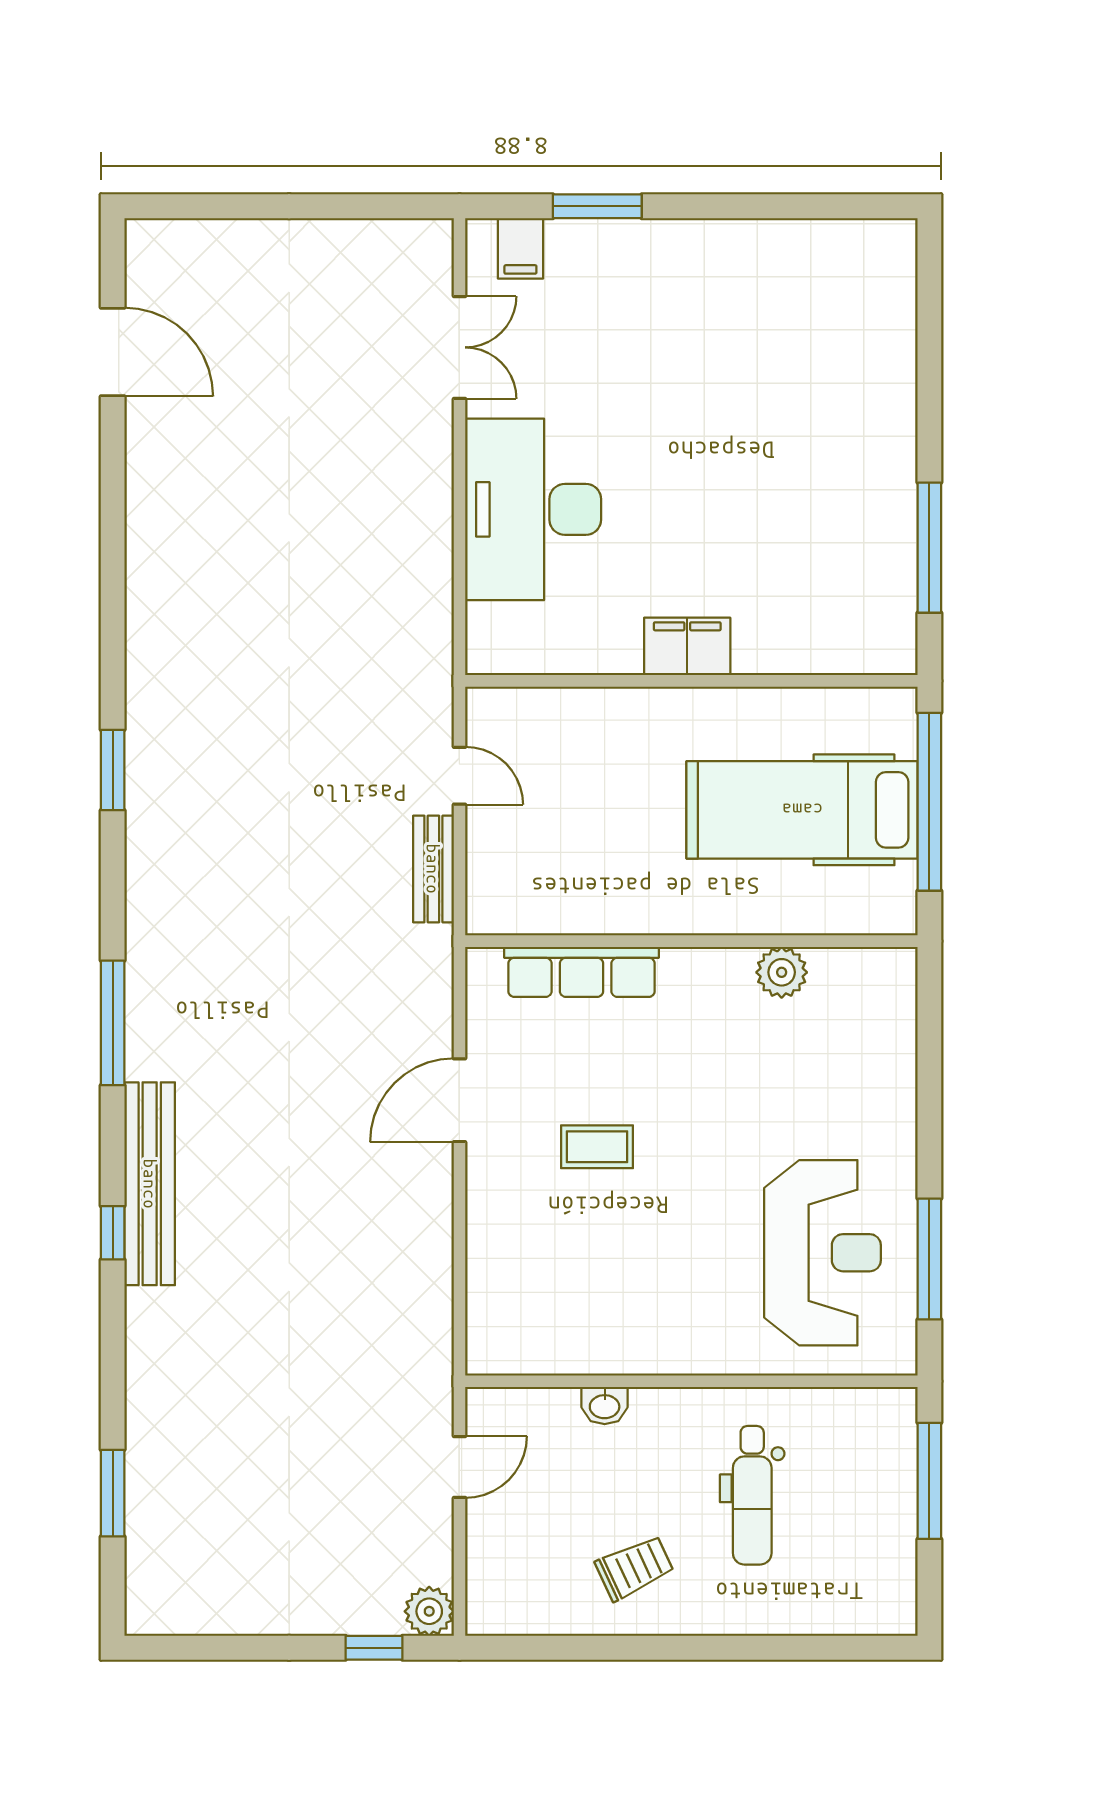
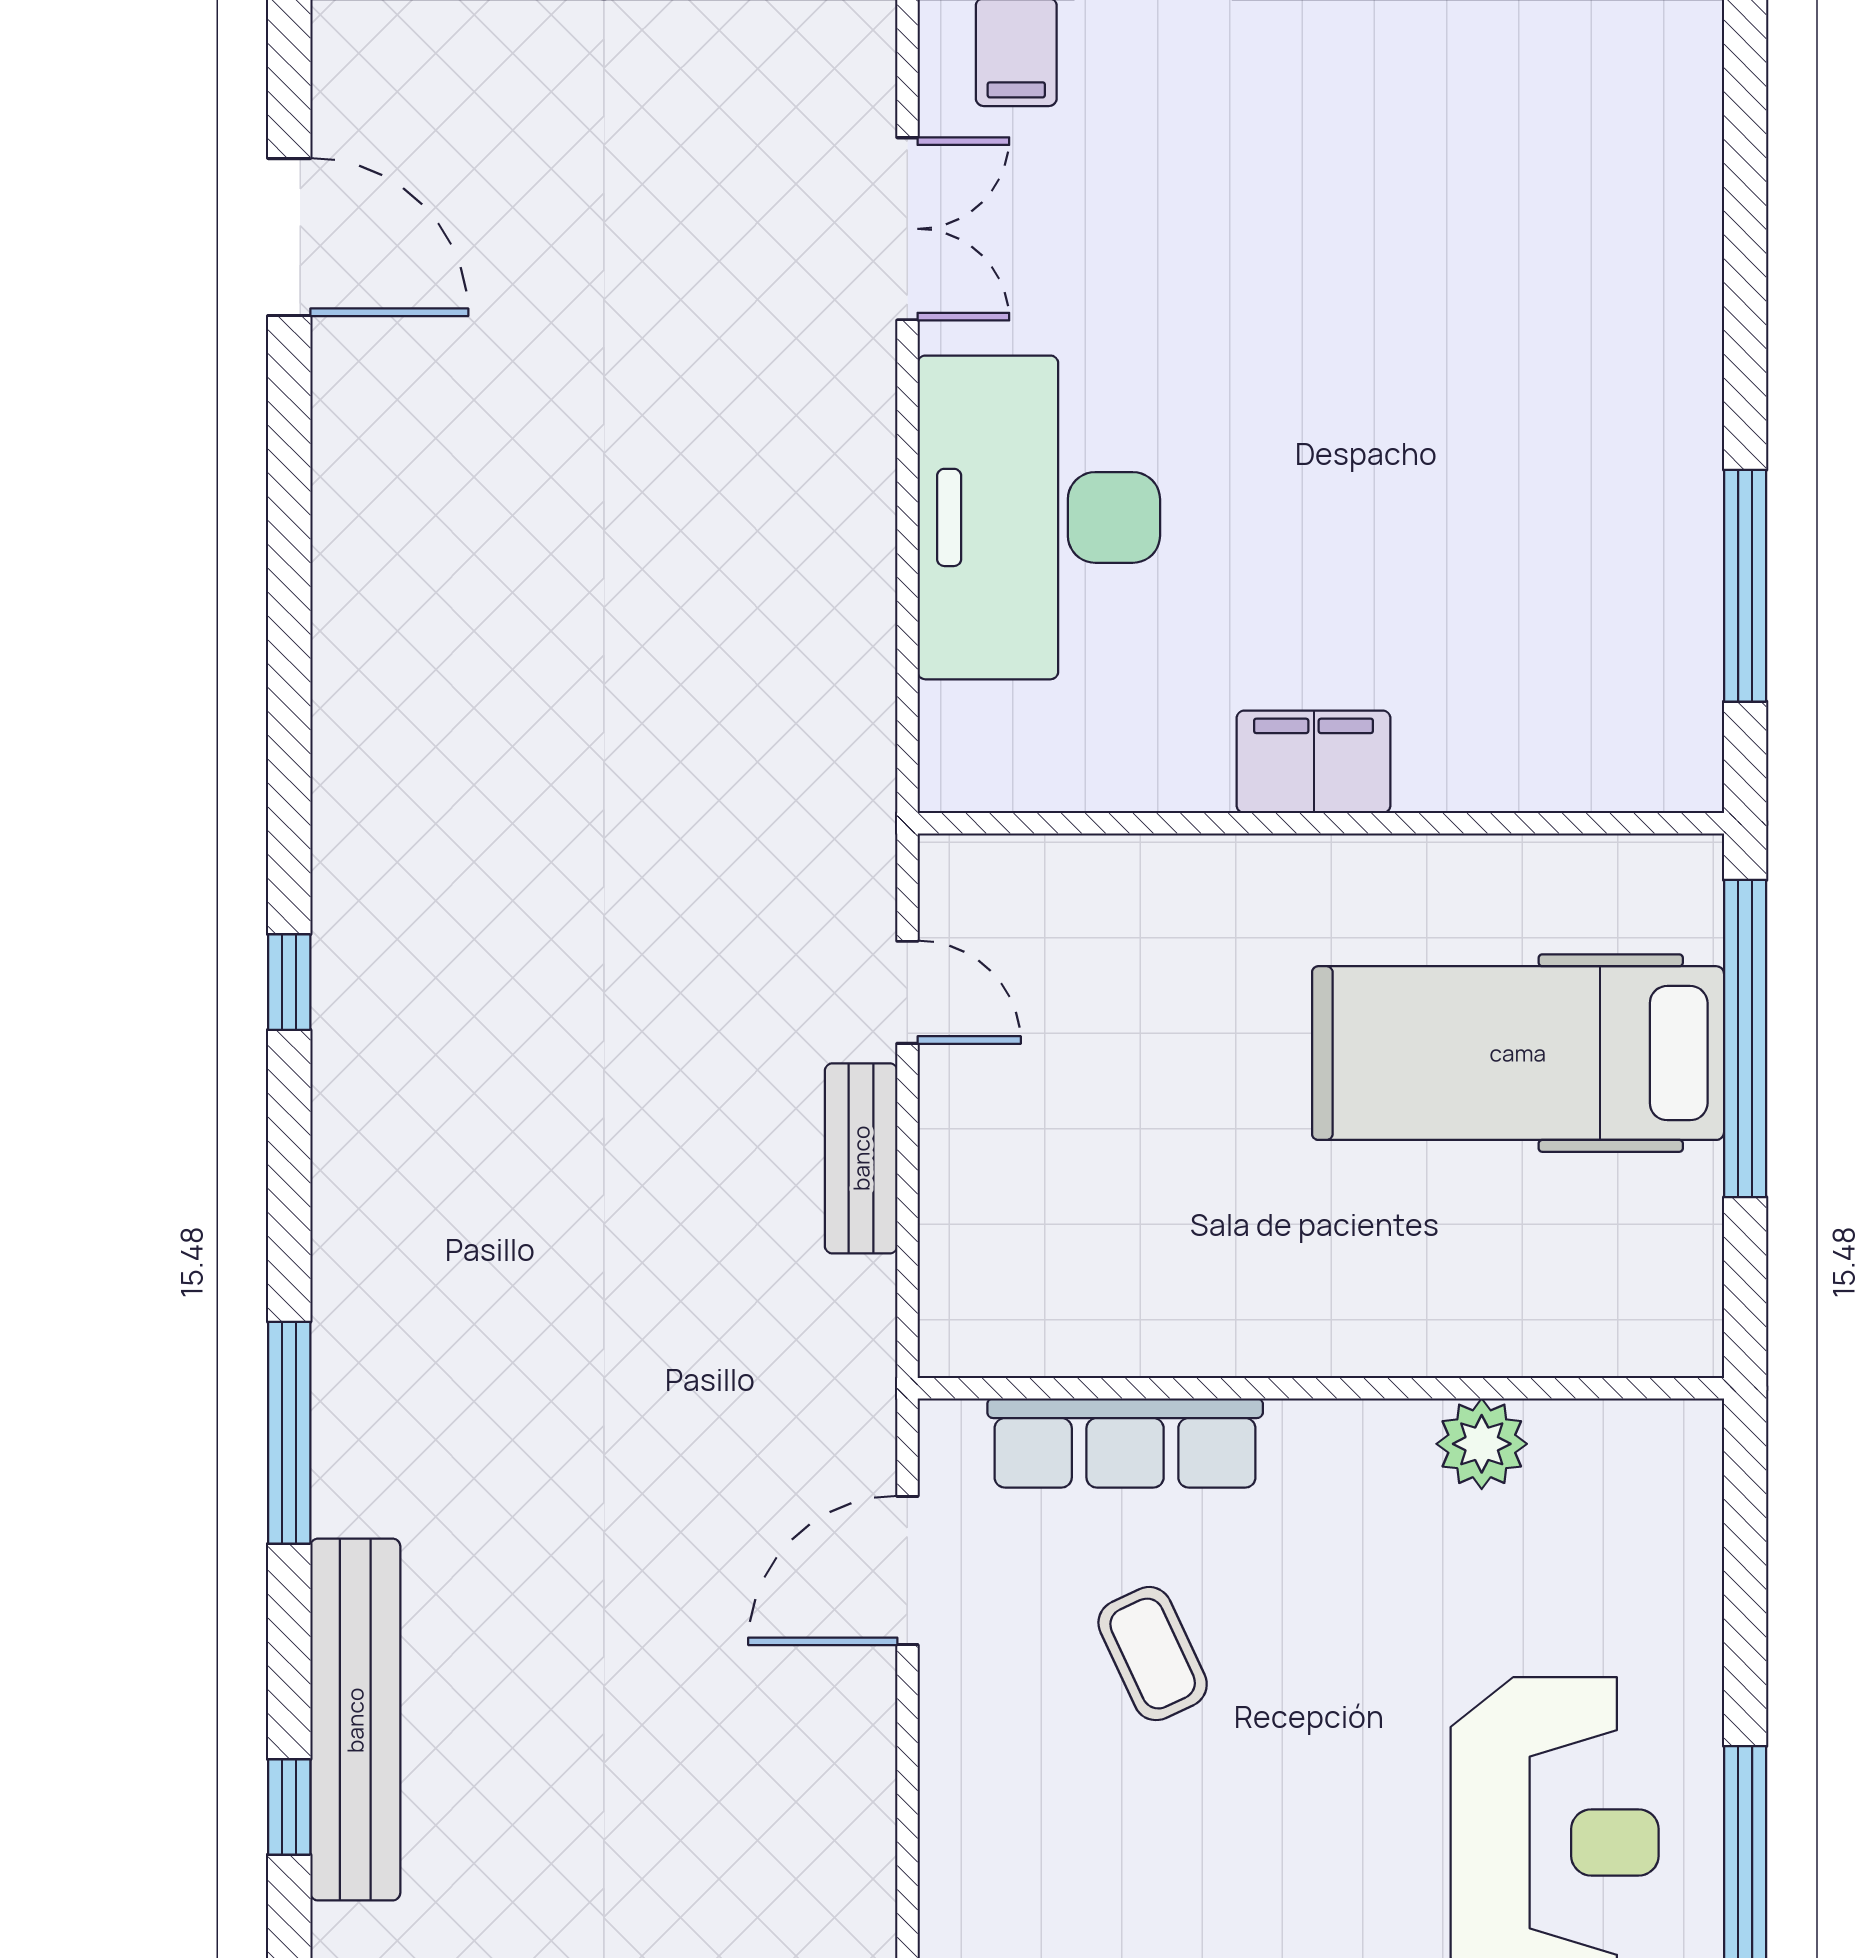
window: (113, 770) -> (289, 982), width x0.67
wall: (691, 941) -> (1321, 1388), moved
row of seats: (582, 972) -> (1125, 1443), moved
plant: (782, 972) -> (1482, 1444), moved
coffee table: (597, 1147) -> (1153, 1654), turned 65

